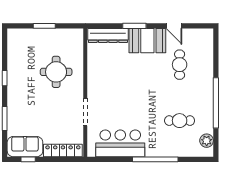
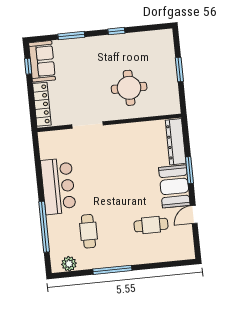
window: (216, 103) -> (112, 270), width x0.68
bar counter: (120, 143) -> (58, 186), moved
window: (155, 159) -> (44, 227), moved

